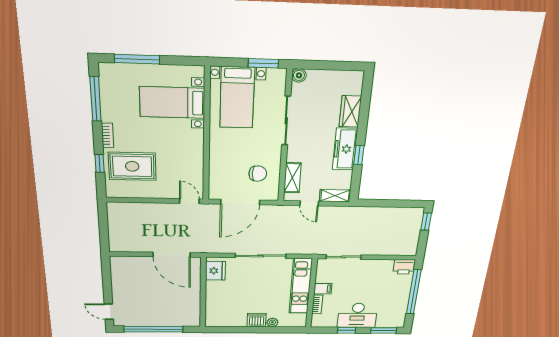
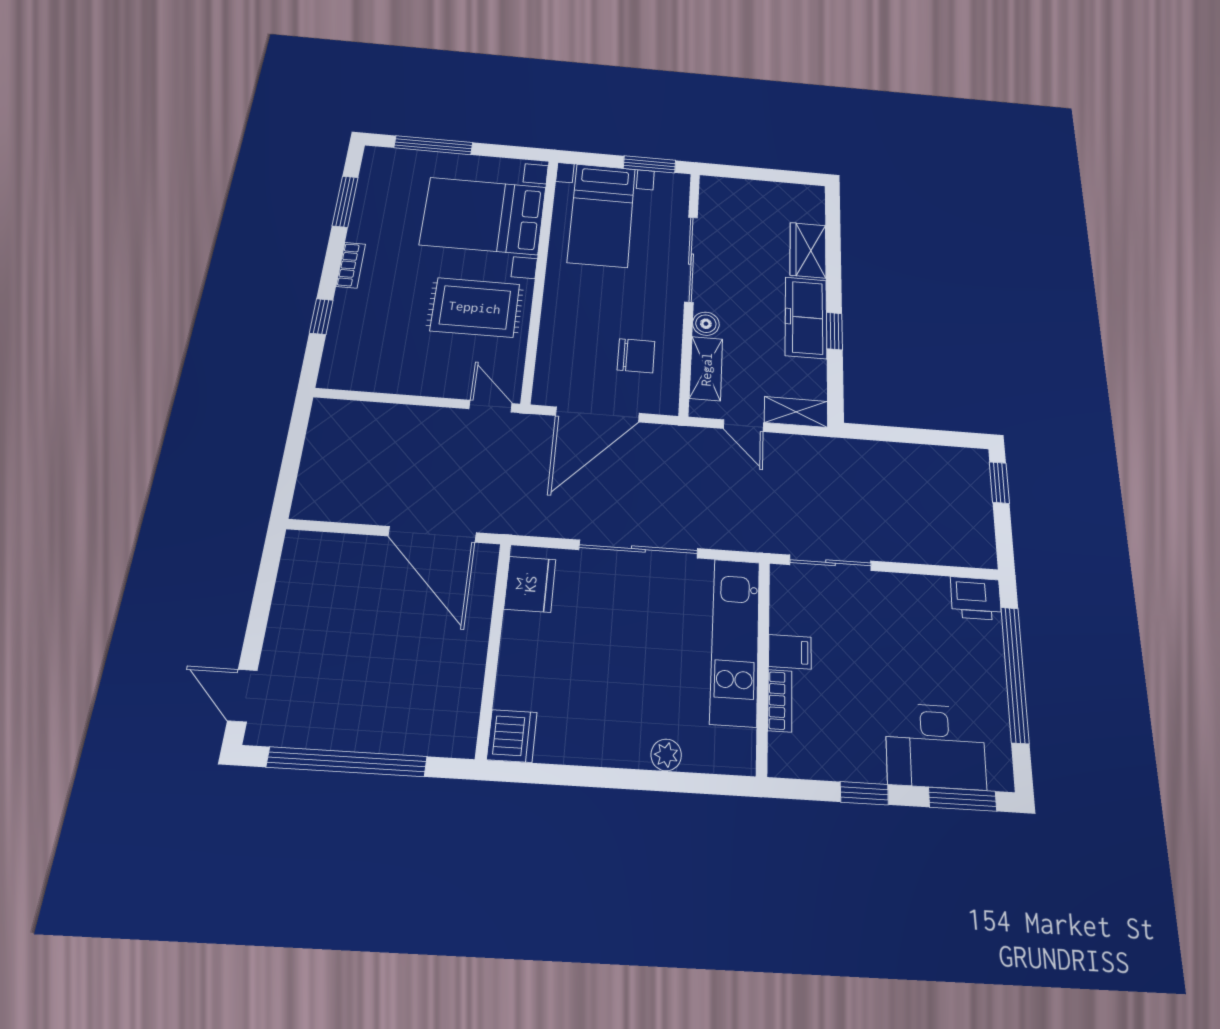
boiler: (299, 75) -> (706, 324), moved
window: (96, 99) -> (345, 202), width x0.69
bed with nightstands: (172, 103) -> (483, 216), width x1.36
rug: (132, 166) -> (475, 307), moved
desk: (357, 315) -> (935, 746), moved
dishwasher: (257, 320) -> (512, 736), moved, turned 90

